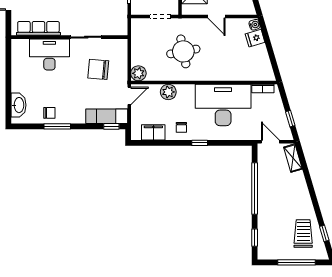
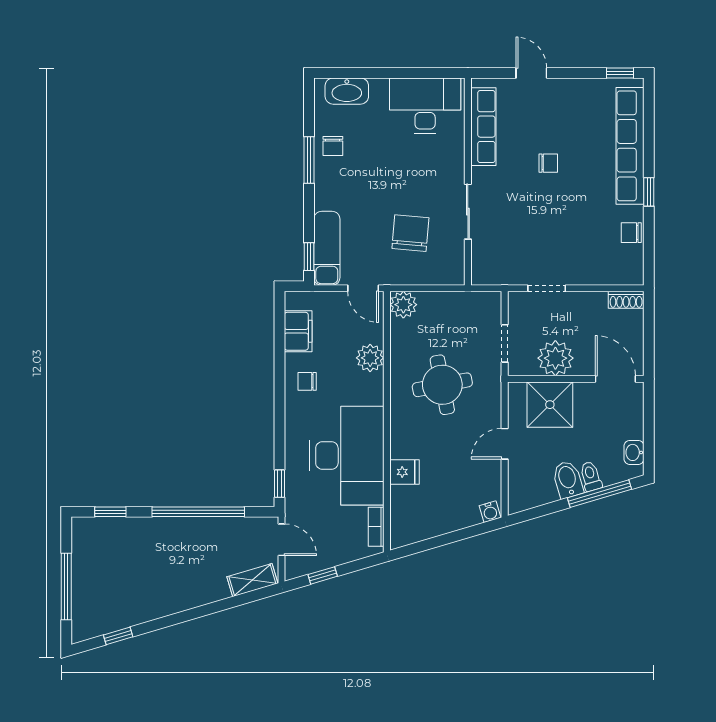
fridge: (255, 38) -> (405, 472), moved, turned 106
desk: (49, 54) -> (425, 106), moved, turned -90
door: (270, 142) -> (281, 540), hinge flipped
window: (200, 143) -> (280, 484), moved
trolley: (303, 233) -> (118, 598), removed

